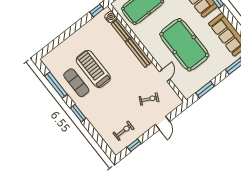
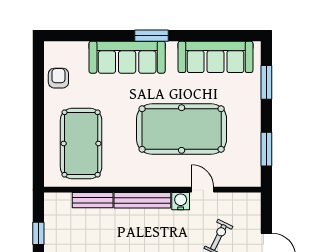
window: (97, 10) -> (38, 233), moved
water cooler: (110, 17) -> (181, 201), moved

